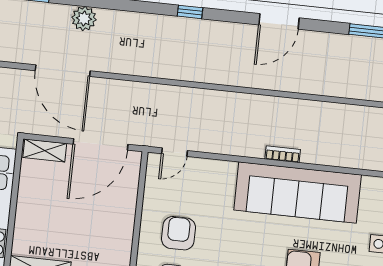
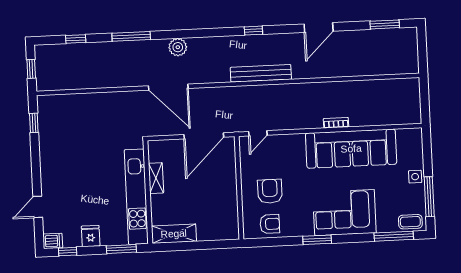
bench: (191, 71) -> (261, 73), added
shelving: (45, 150) -> (156, 178), moved, turned 90

